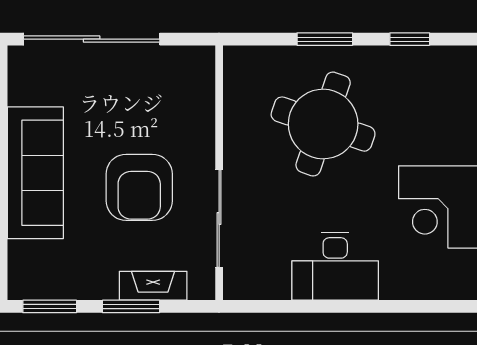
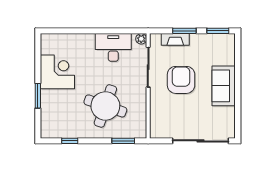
window: (325, 39) -> (123, 141), moved
sofa: (35, 173) -> (224, 86), width x0.73
desk: (335, 266) -> (113, 47), moved
plant: (236, 287) -> (141, 39), added

